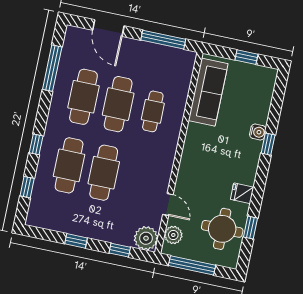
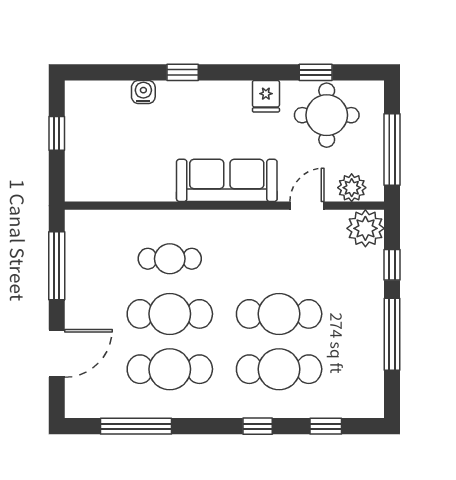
sofa: (208, 92) -> (227, 180), moved
water cooler: (258, 132) -> (143, 92), moved
window: (76, 241) -> (392, 334), width x2.17

